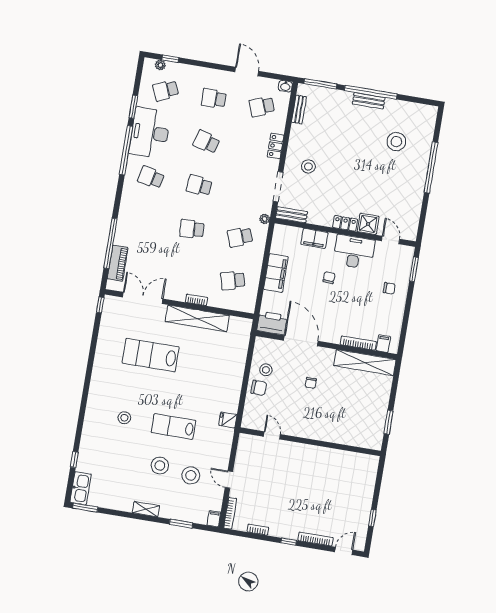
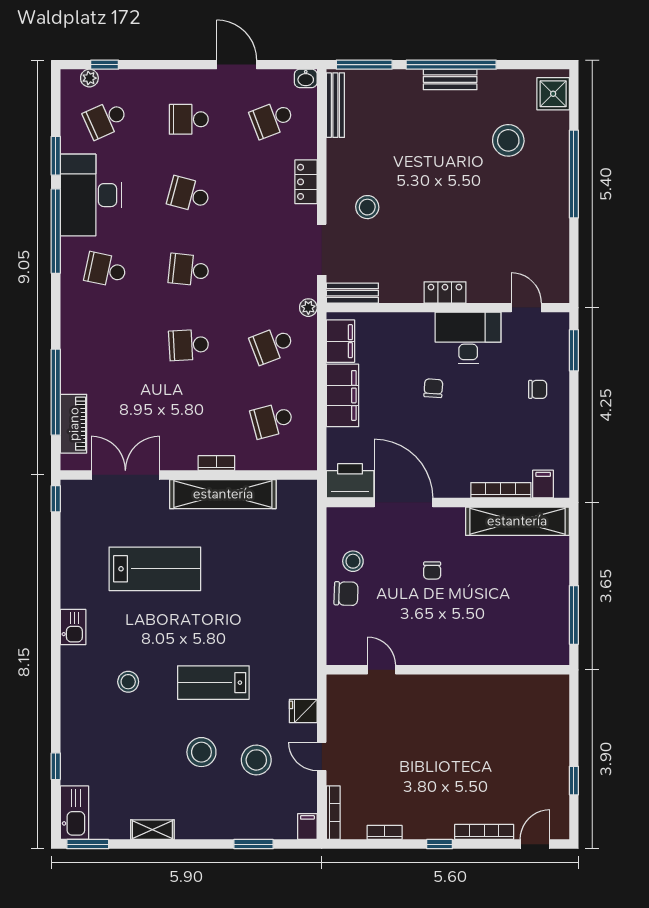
bench: (299, 109) -> (335, 105), width x1.36
shower: (368, 224) -> (553, 94), moved
filing cabinet: (314, 238) -> (340, 341), moved, turned -90
lab bench: (151, 355) -> (155, 569), turned 180
kitchen sink: (98, 381) -> (73, 627), added
fridge: (228, 420) -> (303, 711), moved
window: (388, 422) -> (574, 615), width x1.44
shelving: (146, 509) -> (152, 830), moved

